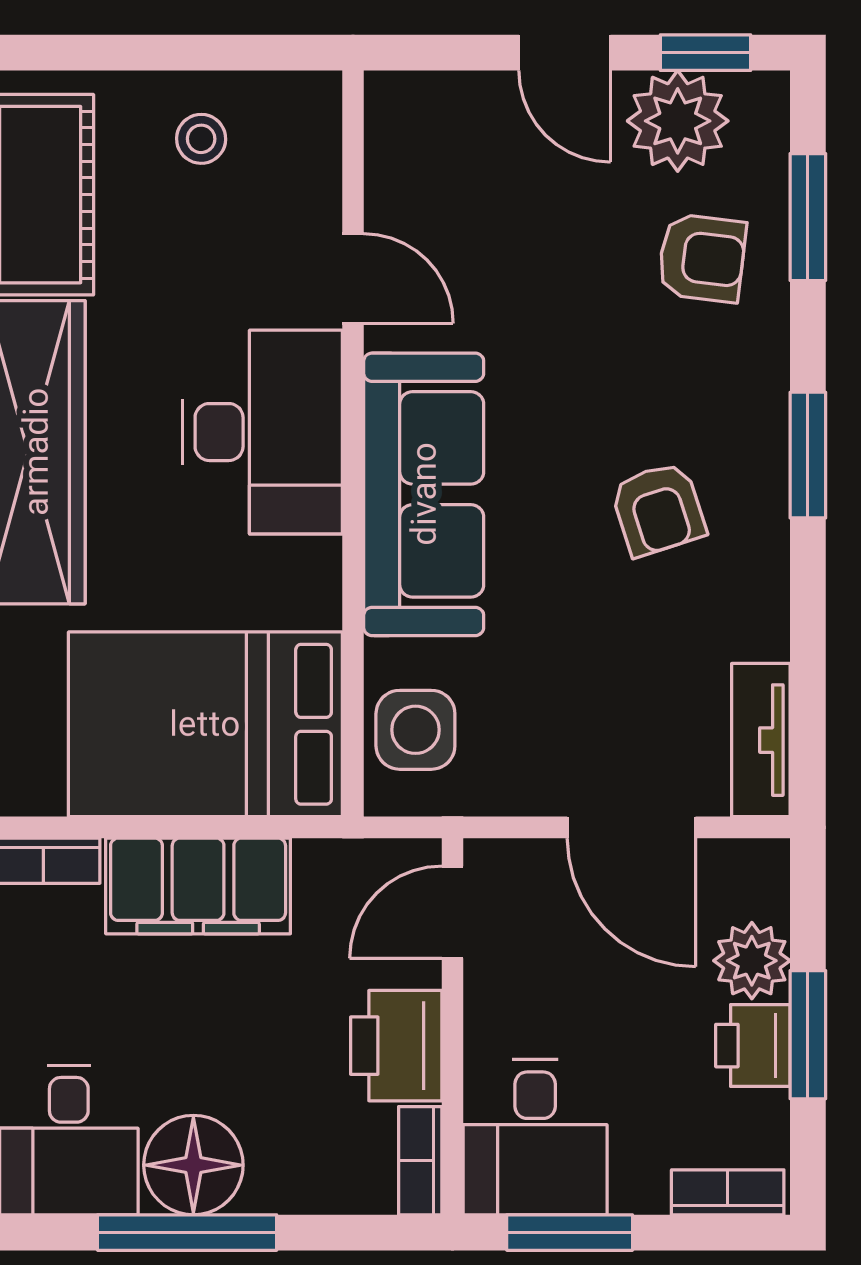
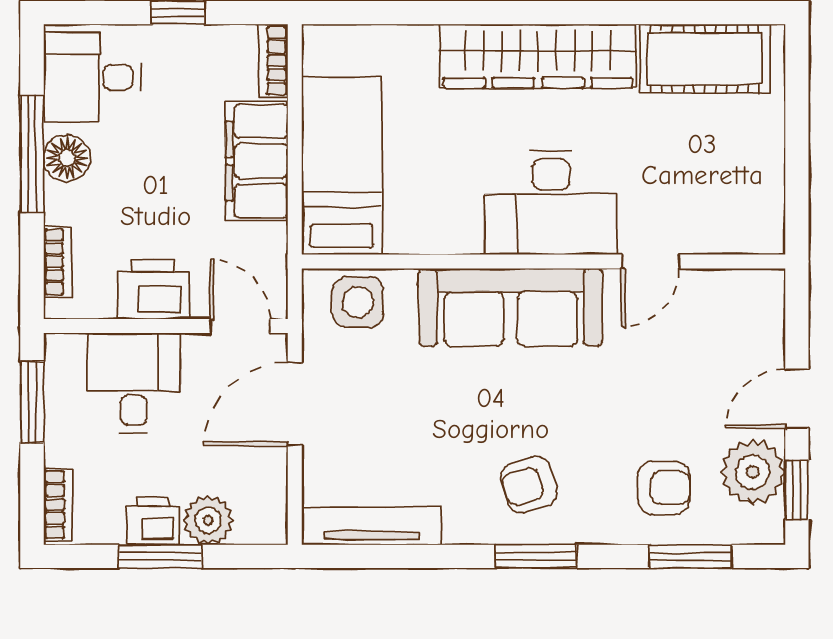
stool: (201, 139) -> (741, 163), removed
armchair: (702, 258) -> (664, 488), turned -97
armchair: (658, 509) -> (529, 484), moved
bed: (205, 724) -> (342, 166), width x0.67
tv unit: (761, 740) -> (372, 526), width x1.41
door: (631, 827) -> (295, 404), moved
desk: (535, 1137) -> (134, 383), moved, turned 90
bookcase: (420, 1161) -> (58, 262), moved, turned 90
floor lamp: (193, 1165) -> (67, 158), width x0.73, depth x0.73

